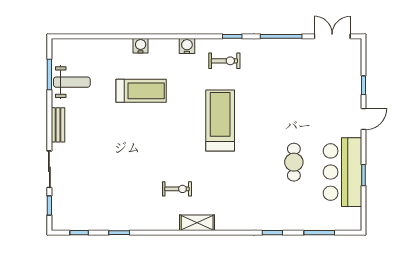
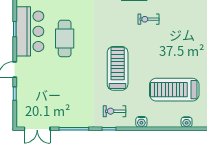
water cooler: (141, 46) -> (187, 122), moved
treadmill: (141, 91) -> (174, 90), width x1.37, depth x1.38
treadmill: (220, 121) -> (118, 68), turned 180
cafe table: (294, 162) -> (65, 38), width x1.37, depth x1.35

